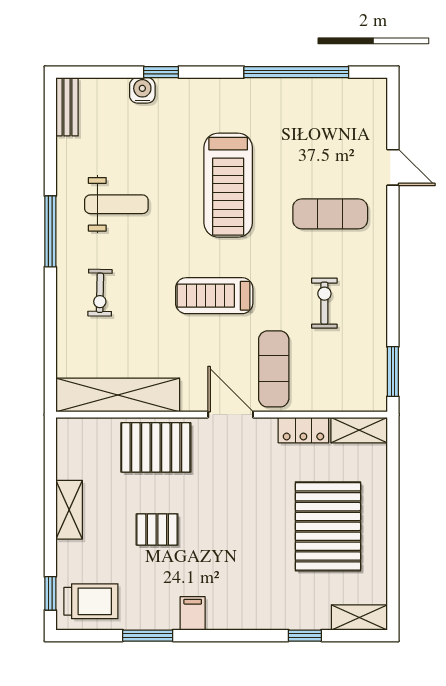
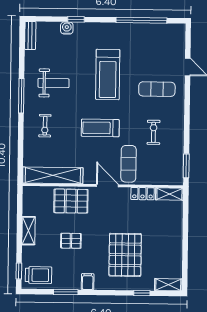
pallet: (328, 526) -> (125, 255), moved

